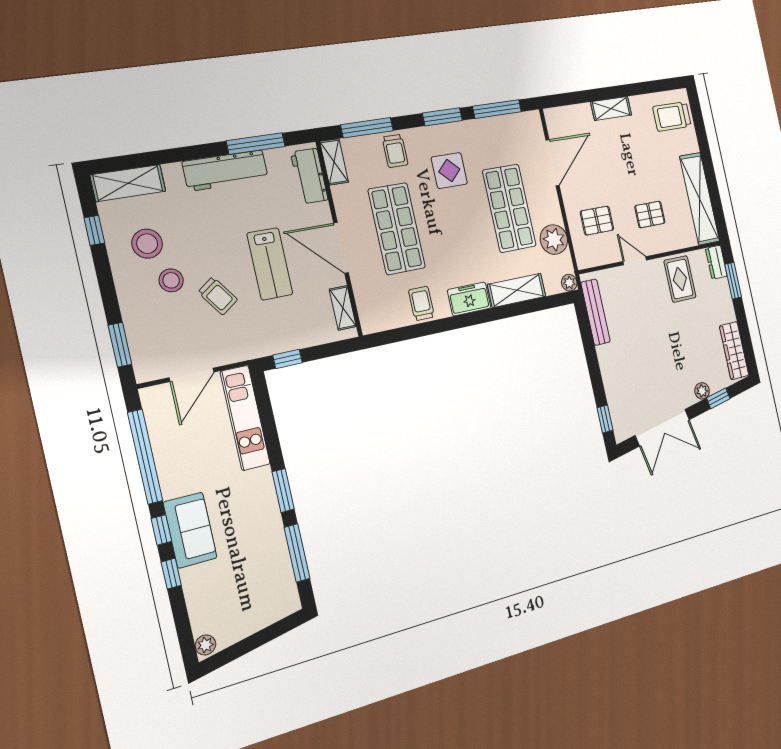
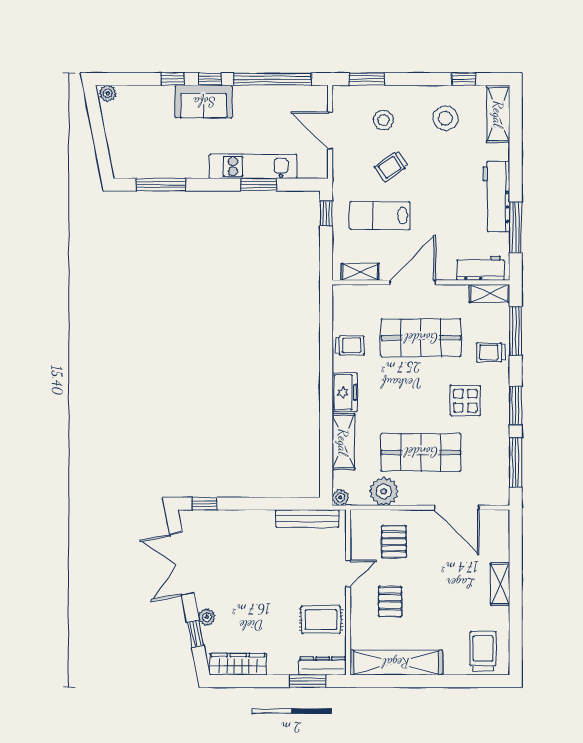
dresser: (716, 262) -> (323, 666), width x1.44
lab bench: (270, 264) -> (380, 216), moved
stool: (171, 280) -> (383, 120), moved
kitchen unit: (245, 418) -> (253, 166), moved
window: (283, 490) -> (259, 185), moved

